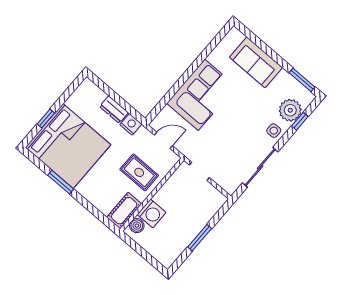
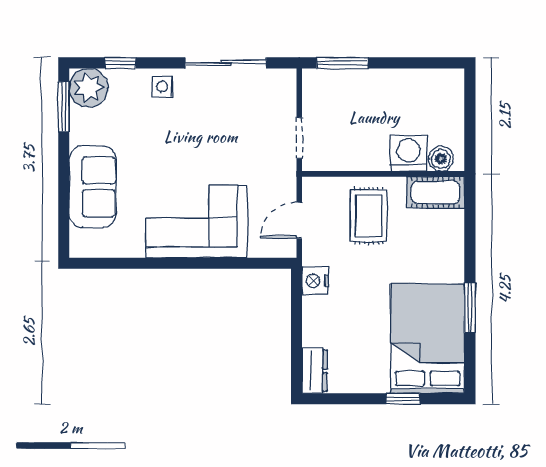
dresser: (114, 110) -> (315, 371), moved
plant: (290, 110) -> (89, 88), moved
door: (163, 140) -> (299, 220), hinge flipped
bed: (68, 146) -> (428, 339), width x0.73
window: (200, 238) -> (342, 63), moved

